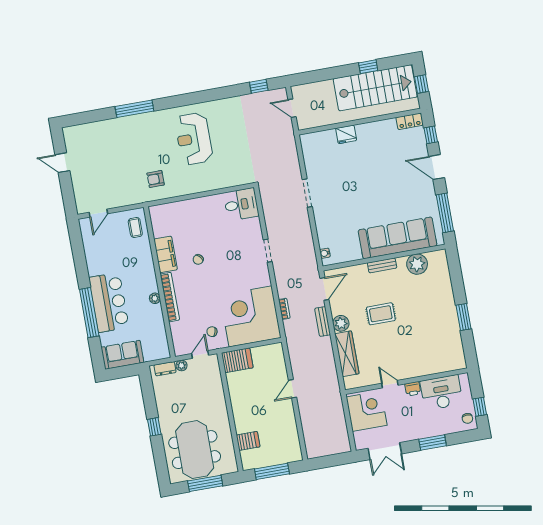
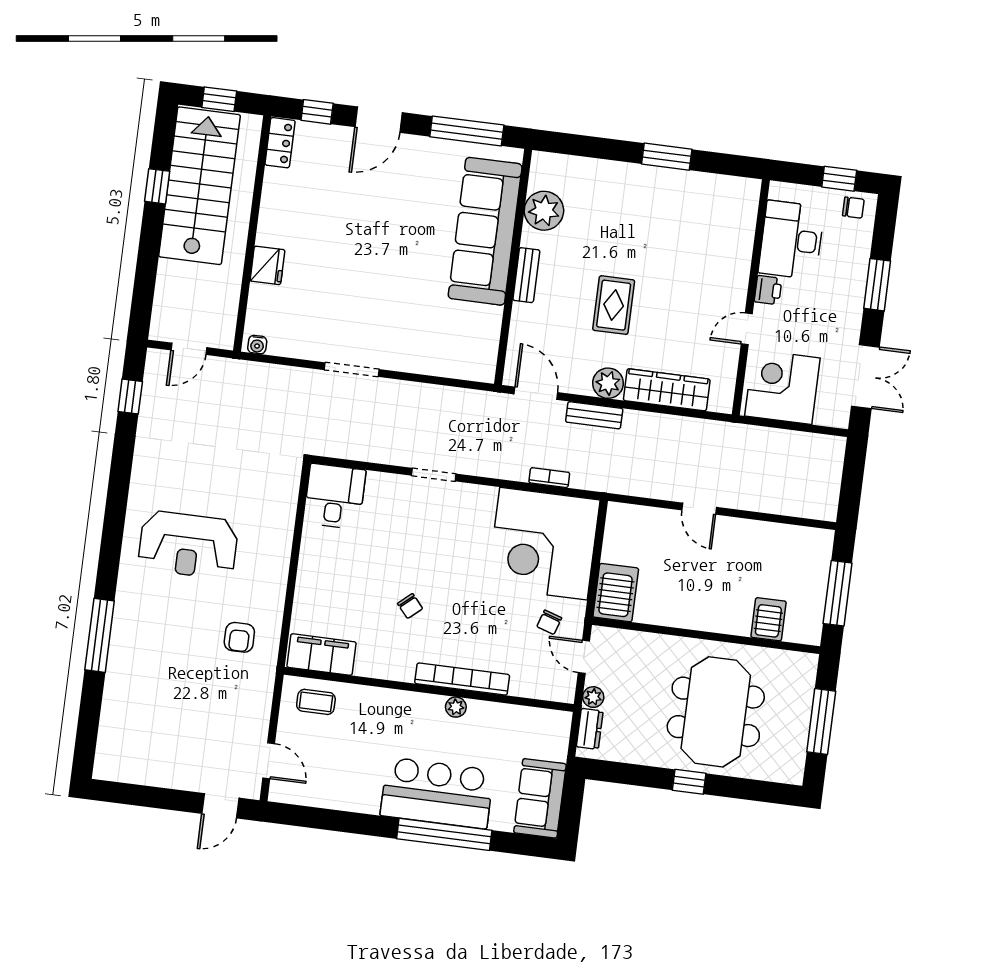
door: (62, 163) -> (220, 806), moved
water cooler: (325, 253) -> (257, 345), moved
filing cabinet: (166, 254) -> (321, 655), moved
meeting table: (195, 450) -> (716, 712), moved, turned 90

